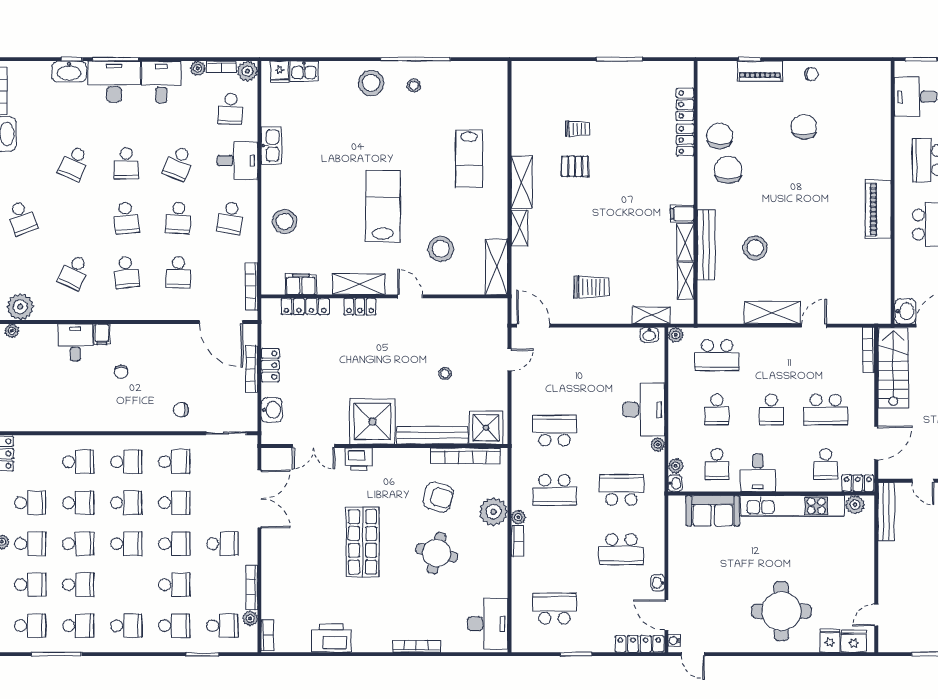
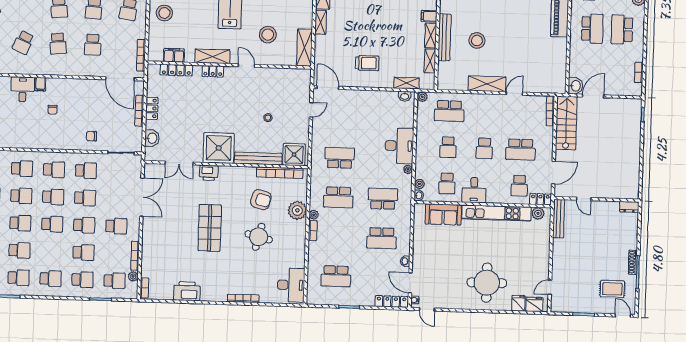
school desk: (554, 609) -> (336, 276), turned 180

